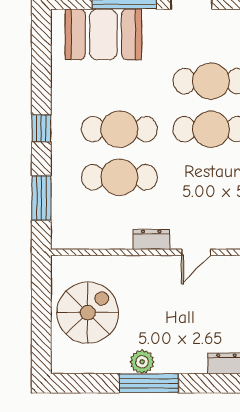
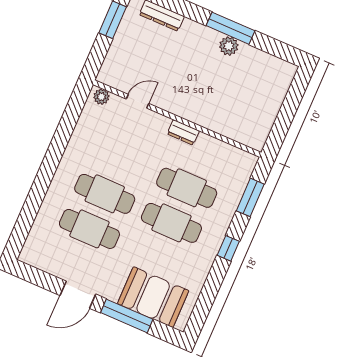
door: (196, 252) -> (138, 101), moved
spiral stairs: (88, 313) -> (253, 99), removed

